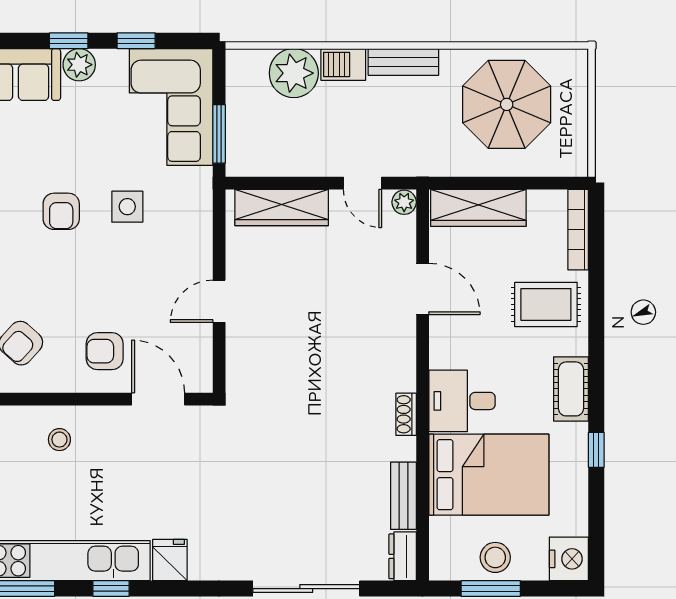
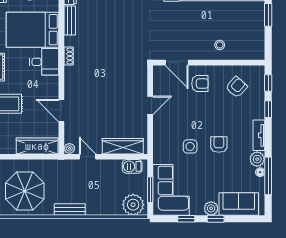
barbecue: (343, 64) -> (132, 166), moved, turned 180
plant: (294, 73) -> (133, 205), moved
window: (219, 134) -> (150, 190), moved

